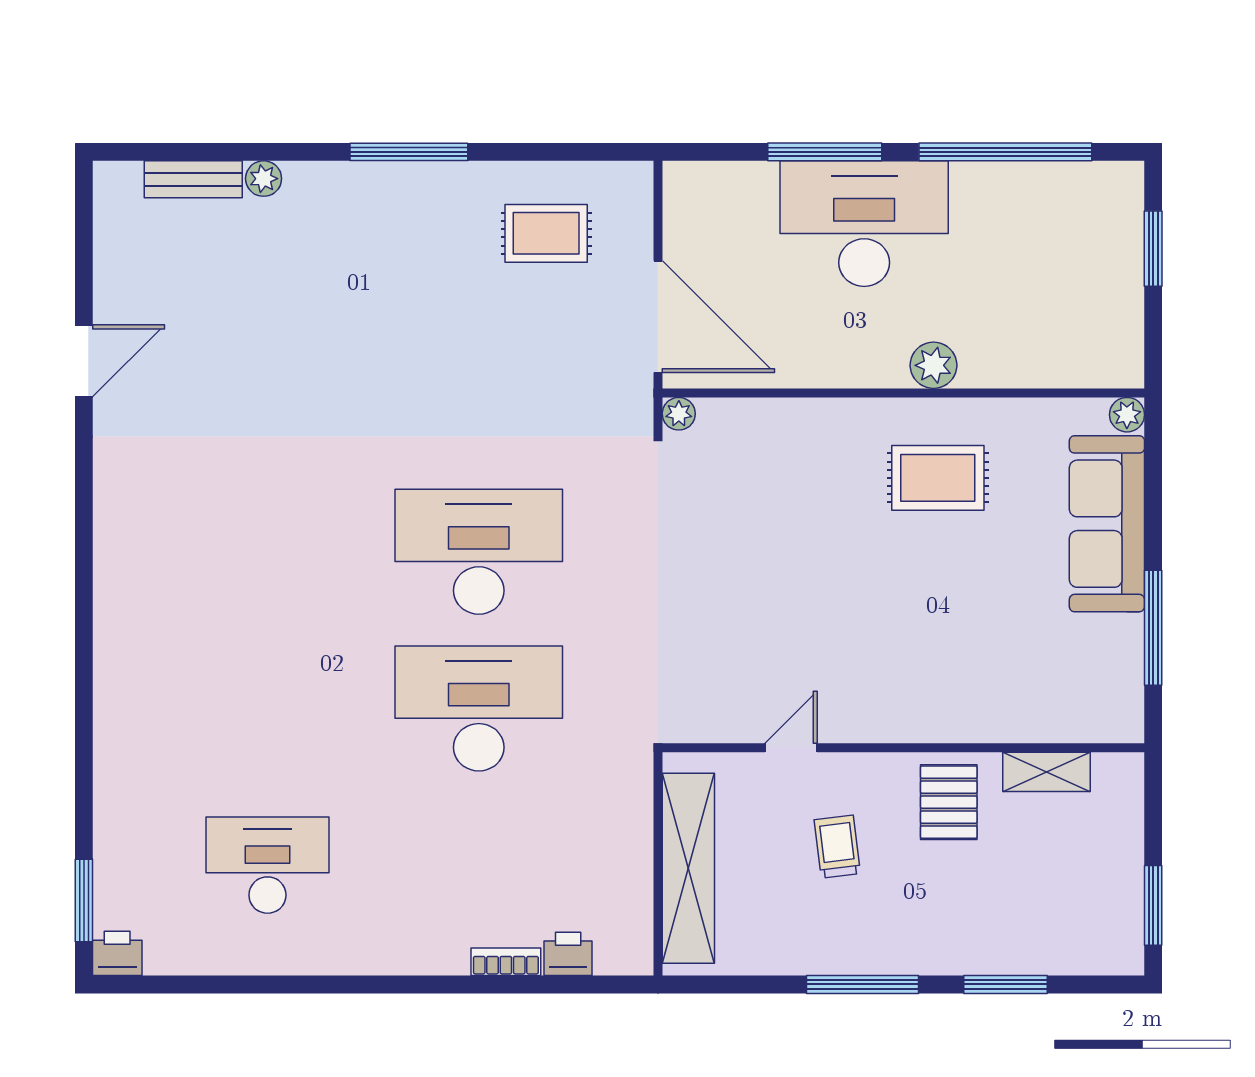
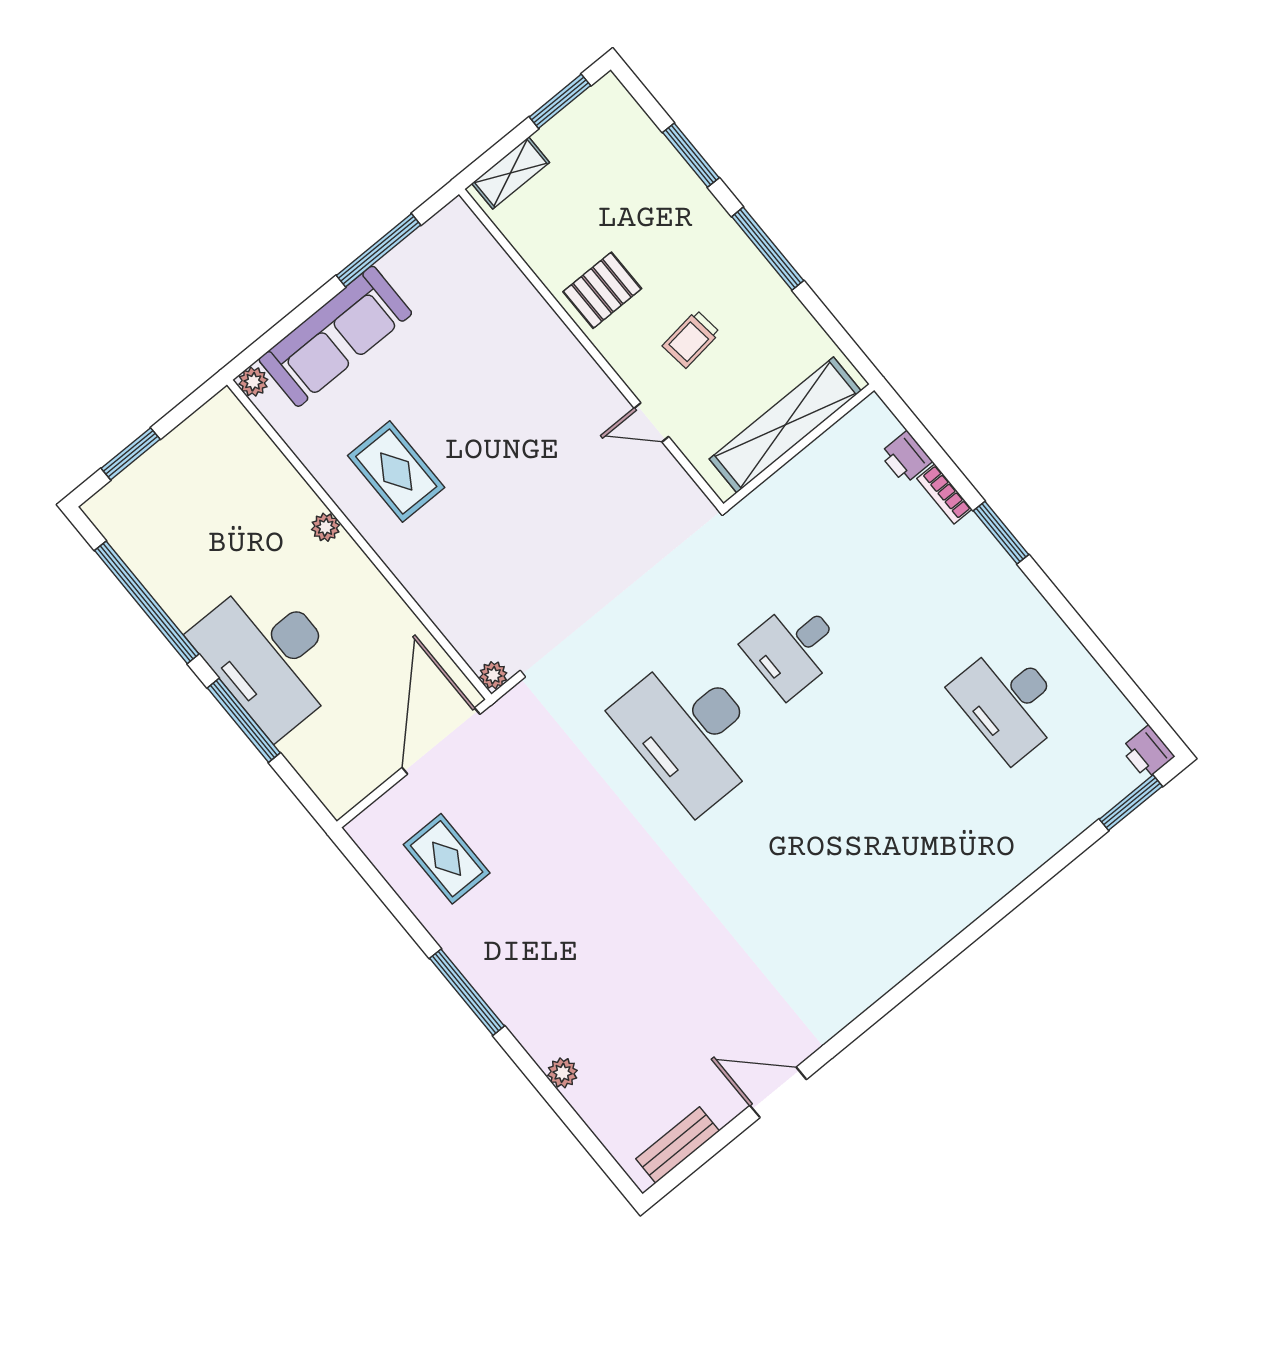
bench: (193, 179) -> (678, 1145), moved, turned 90
plant: (933, 365) -> (326, 527), width x0.73, depth x0.73
desk: (479, 708) -> (793, 648), width x0.53, depth x0.77
shelving: (1047, 772) -> (511, 173), moved, turned 90
window: (428, 984) -> (1001, 533), added

